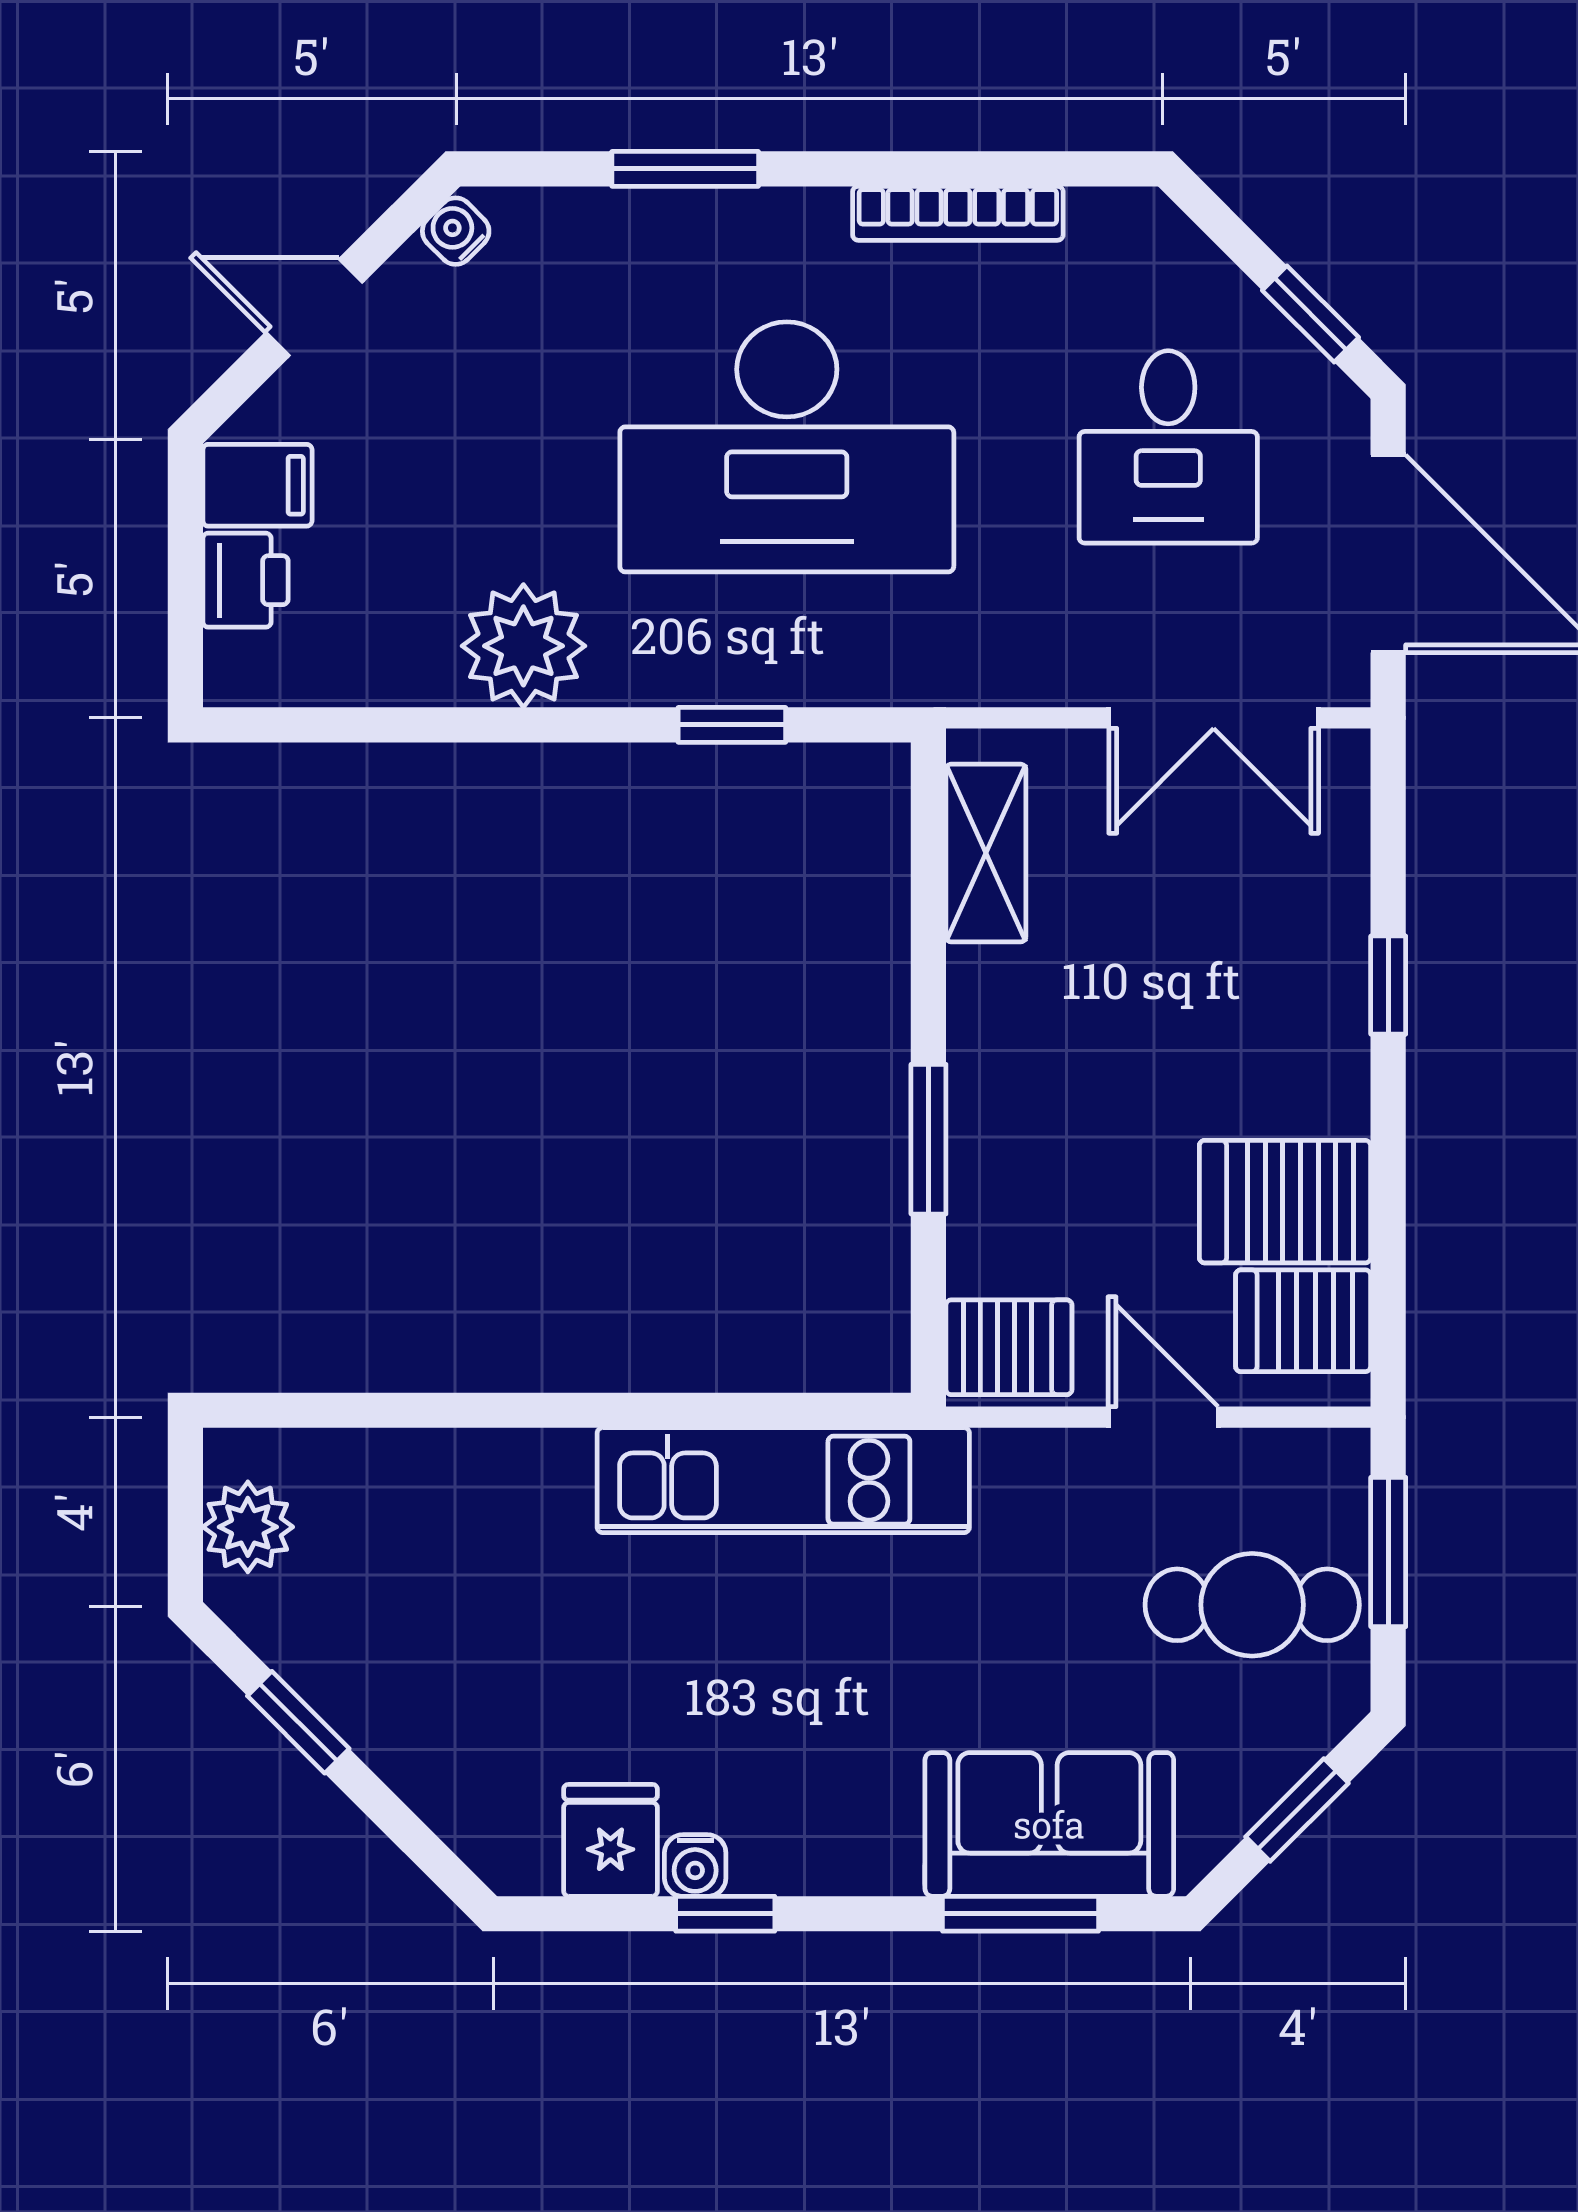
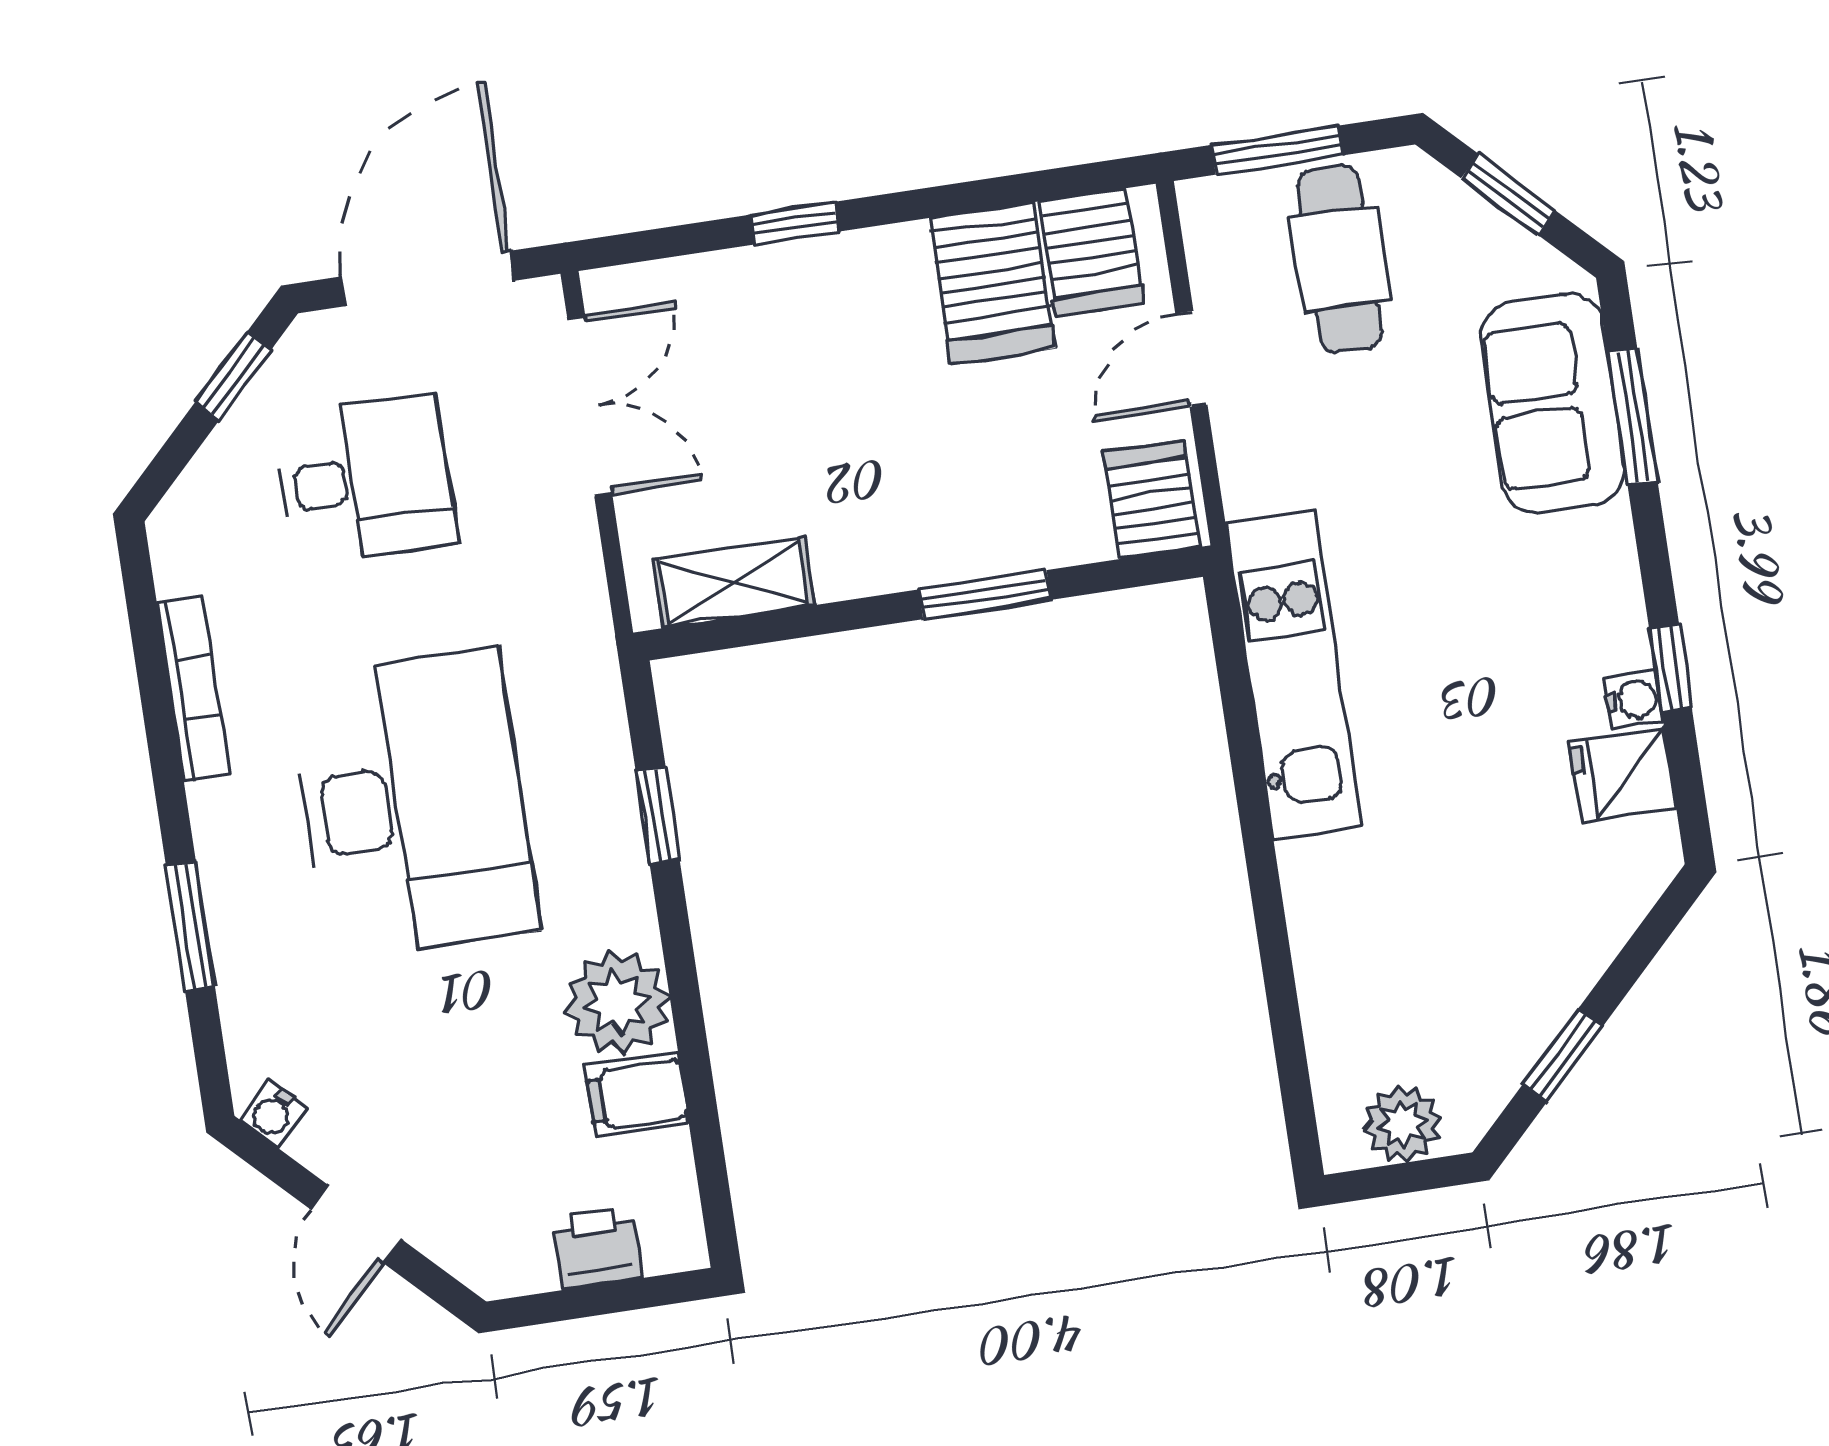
filing cabinet: (257, 485) -> (637, 1095), moved, turned -90

